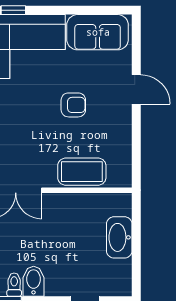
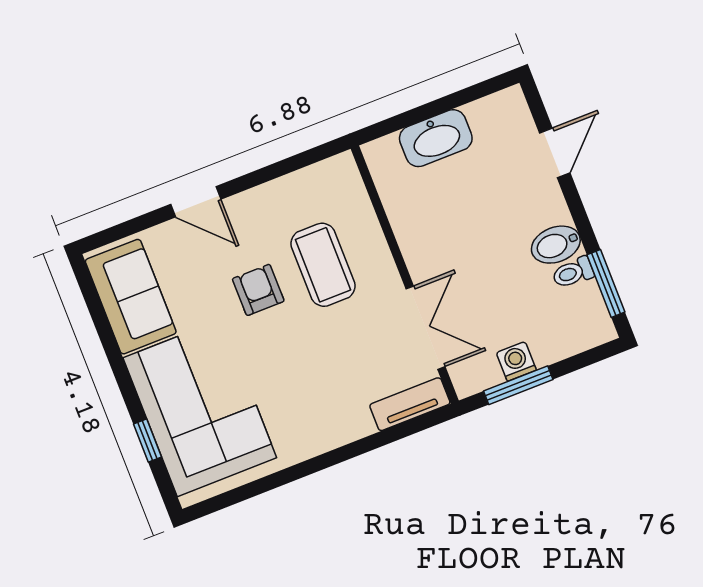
door: (136, 89) -> (196, 202), swing flipped
coffee table: (82, 172) -> (323, 265), moved

